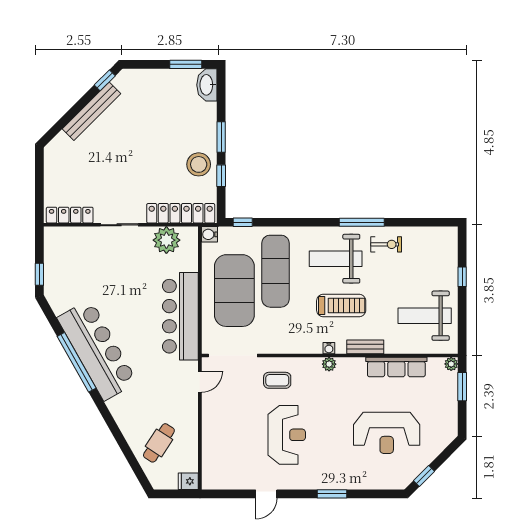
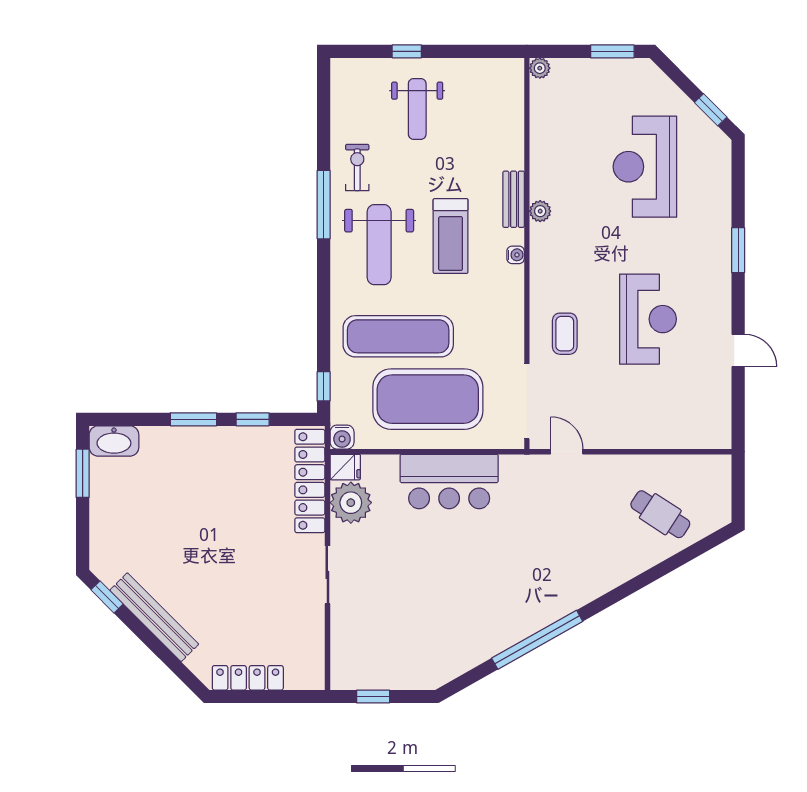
stool: (199, 164) -> (235, 454), removed
locker: (70, 215) -> (248, 678), moved, turned 90
window: (39, 274) -> (373, 697), moved
treadmill: (341, 305) -> (451, 236), turned 180
bar counter: (180, 316) -> (449, 482), width x0.73
weight bench: (425, 316) -> (417, 109), moved, width x0.73, depth x0.75
bar counter: (97, 350) -> (518, 609), removed
plant: (329, 364) -> (540, 211), moved
row of seats: (396, 367) -> (545, 152), removed
window: (462, 387) -> (612, 51), moved
reception desk: (387, 433) -> (645, 167), turned 180
reception desk: (287, 435) -> (648, 319), turned 90
fridge: (188, 481) -> (345, 467), moved, turned -90

